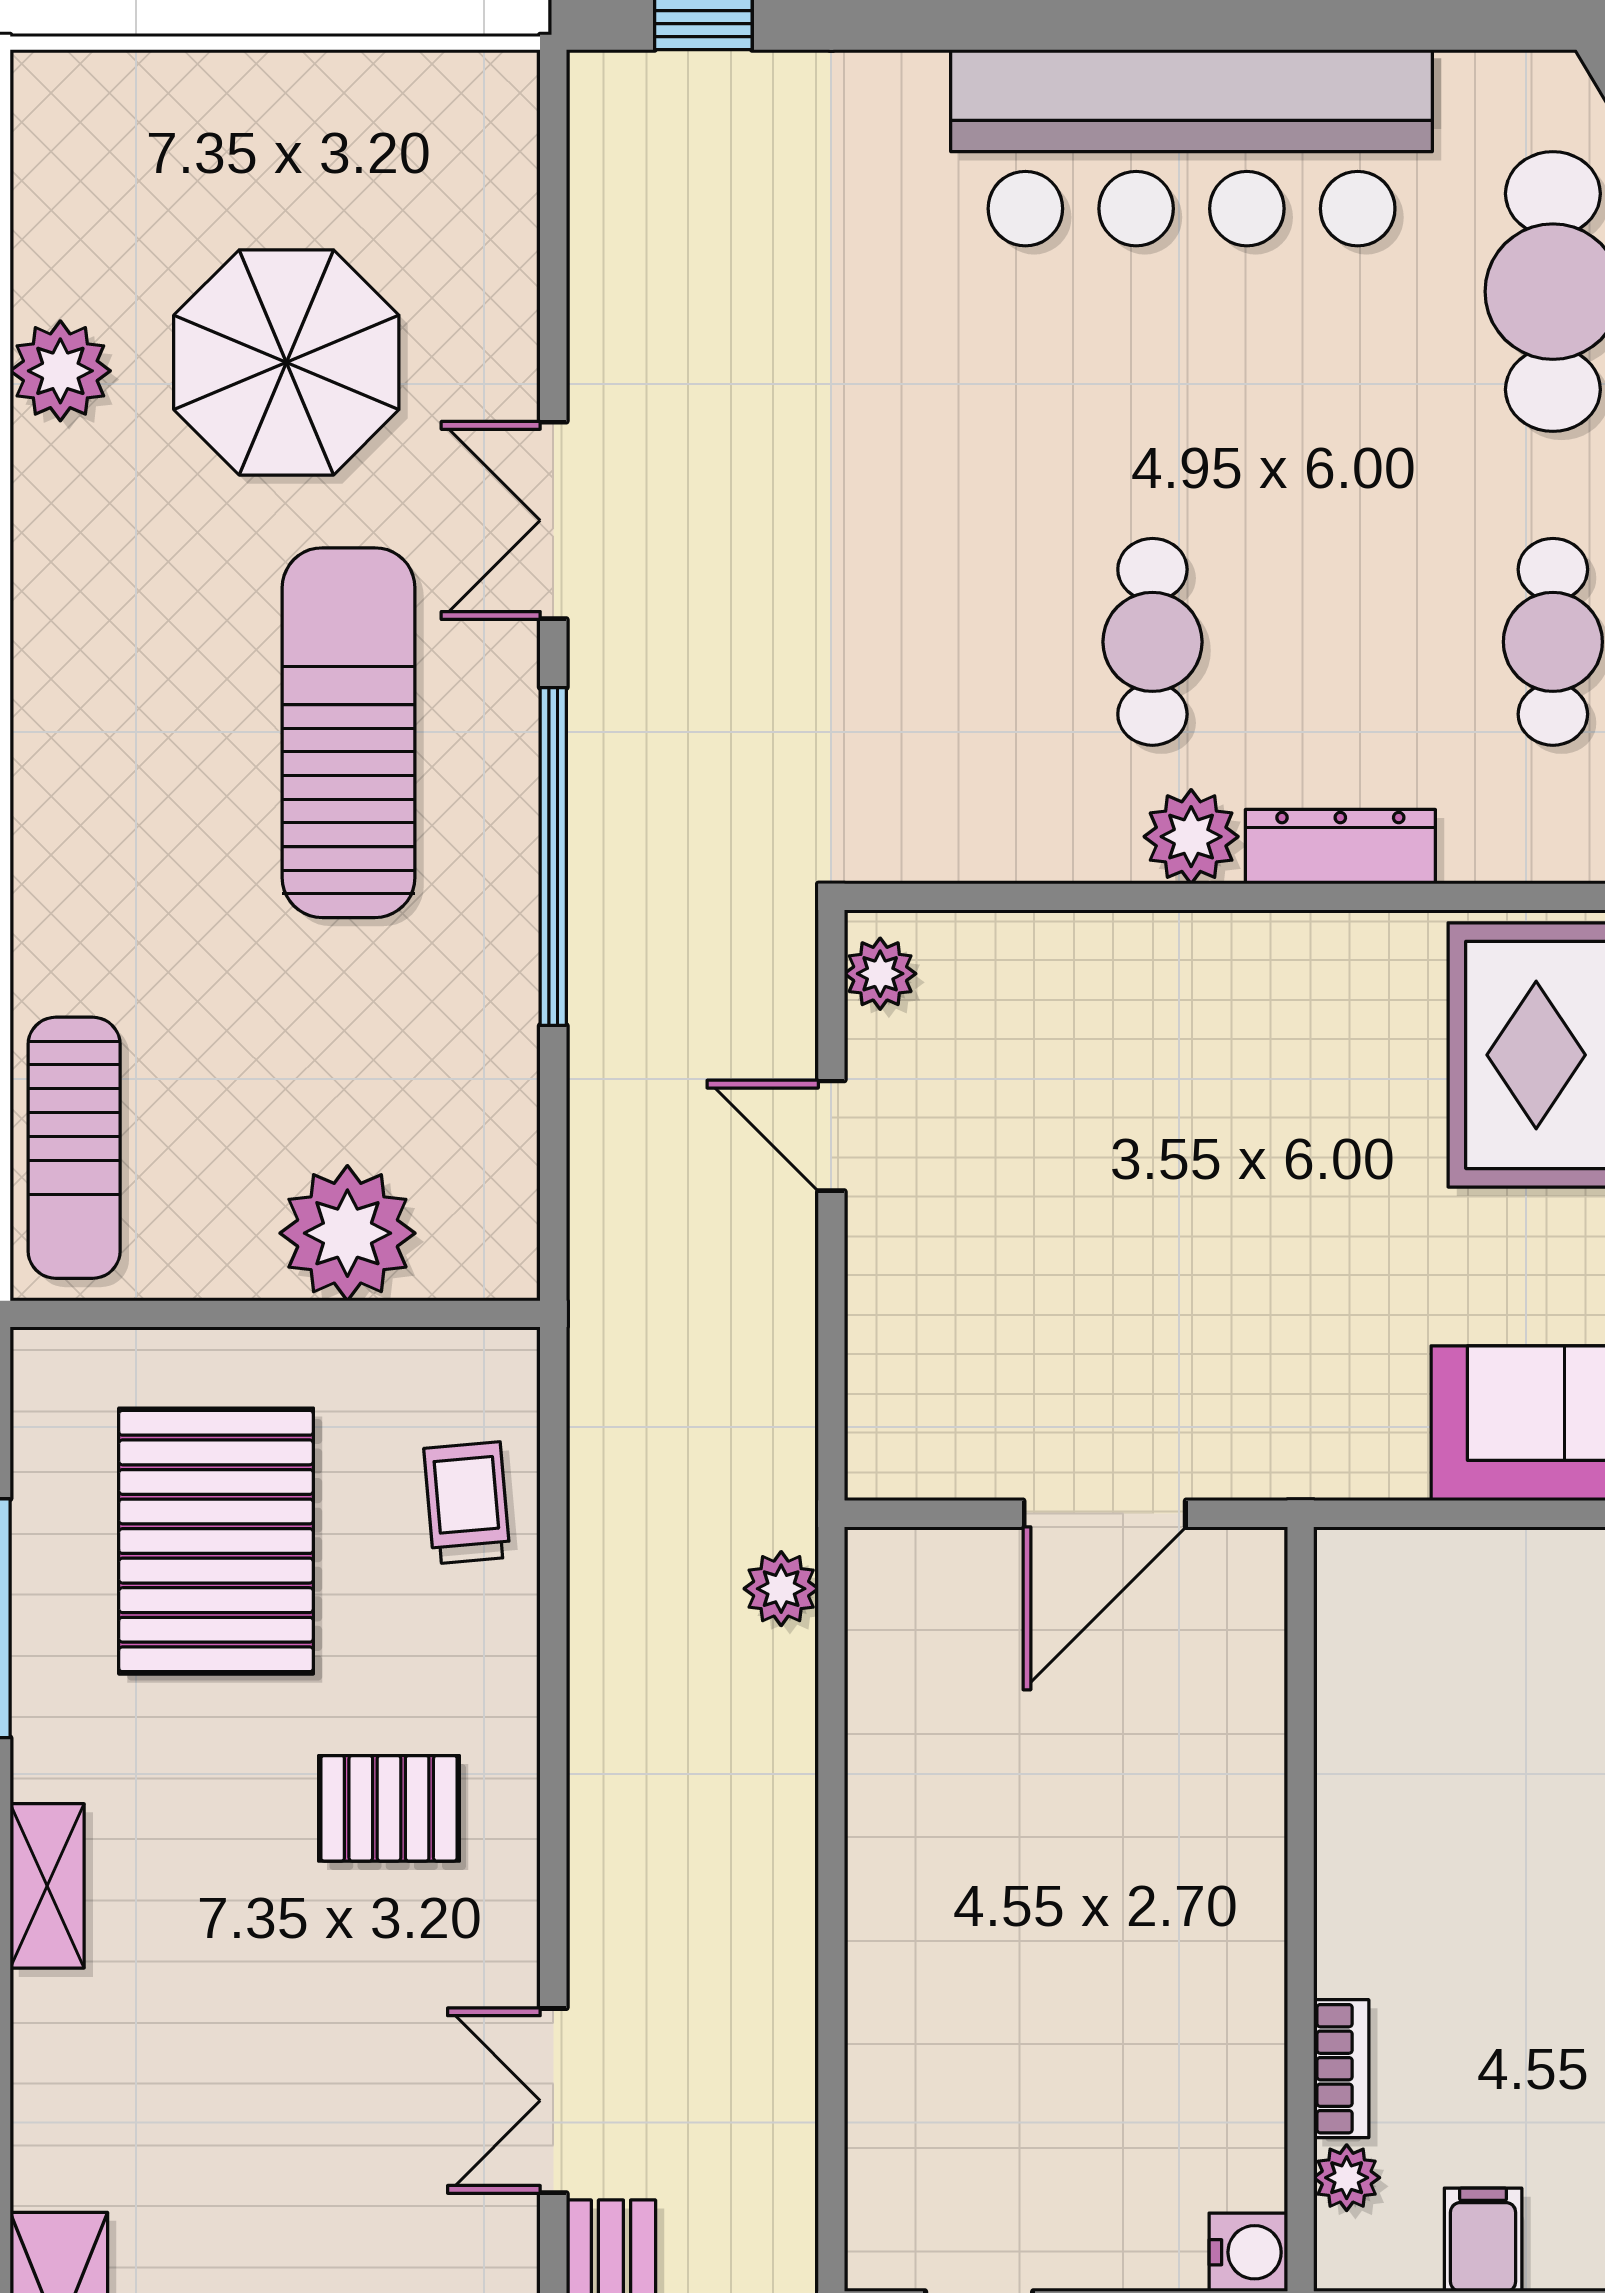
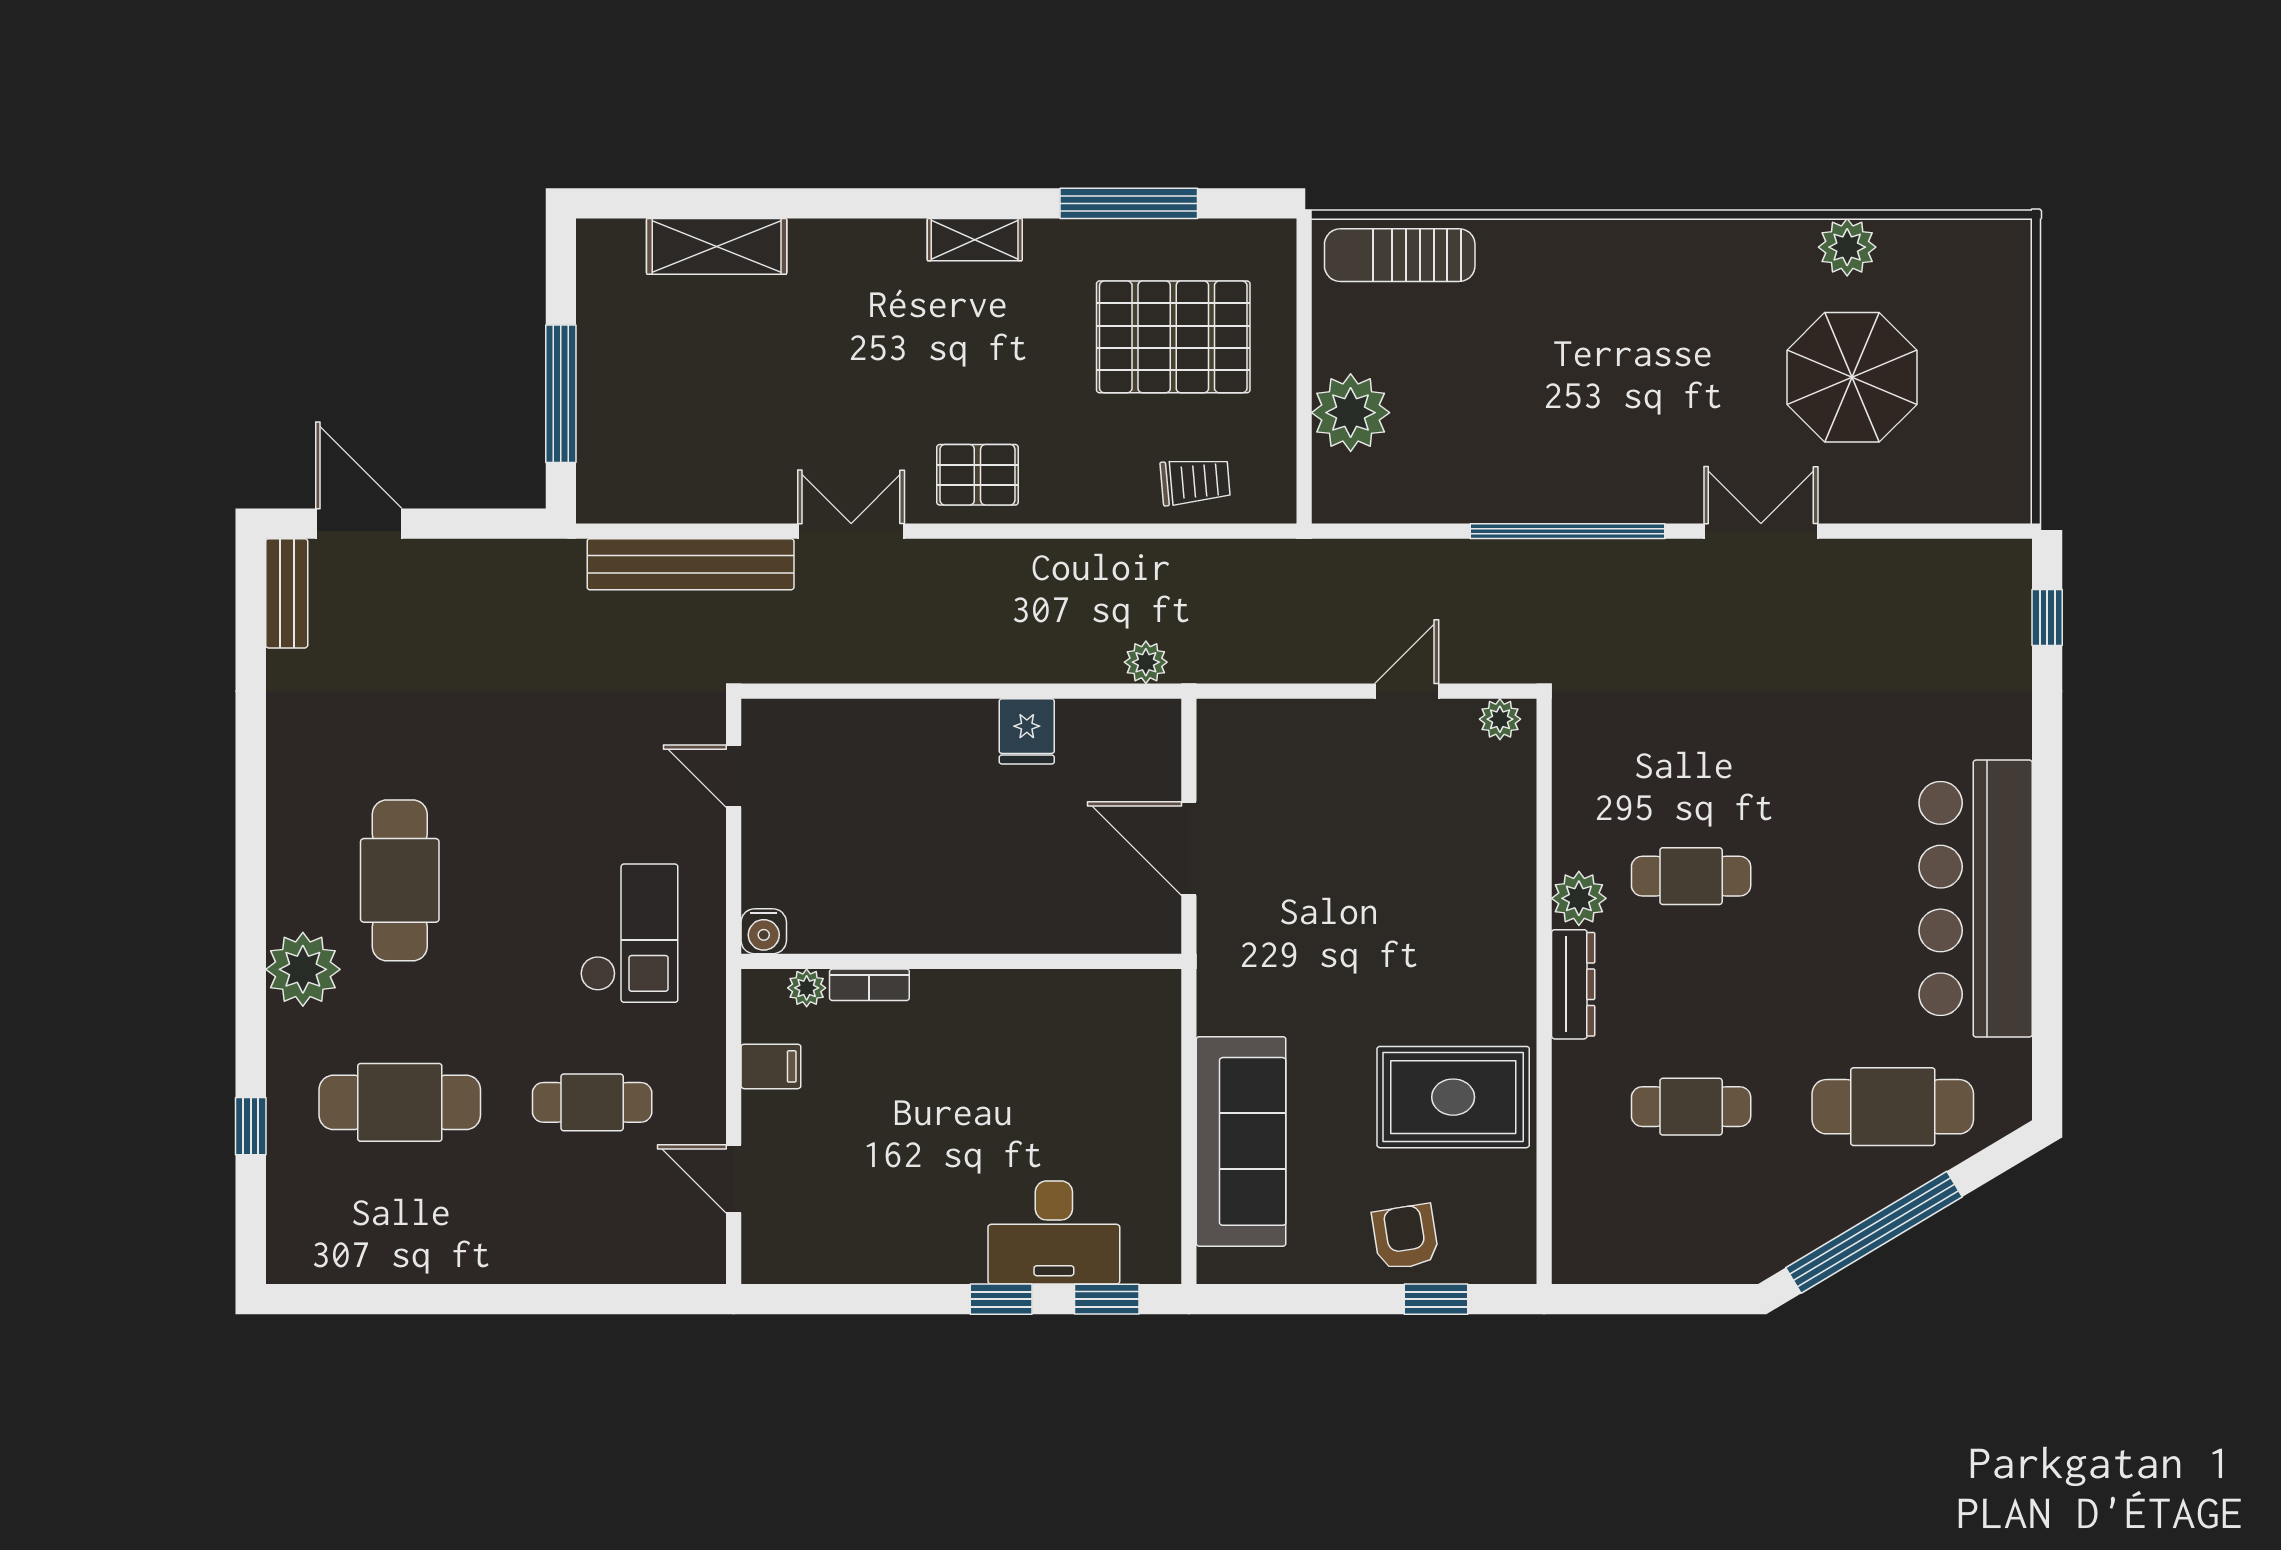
sun lounger: (349, 733) -> (1639, 413), removed
fridge: (901, 1795) -> (1027, 731), added
pallet: (389, 1808) -> (977, 475), moved, turned 90

